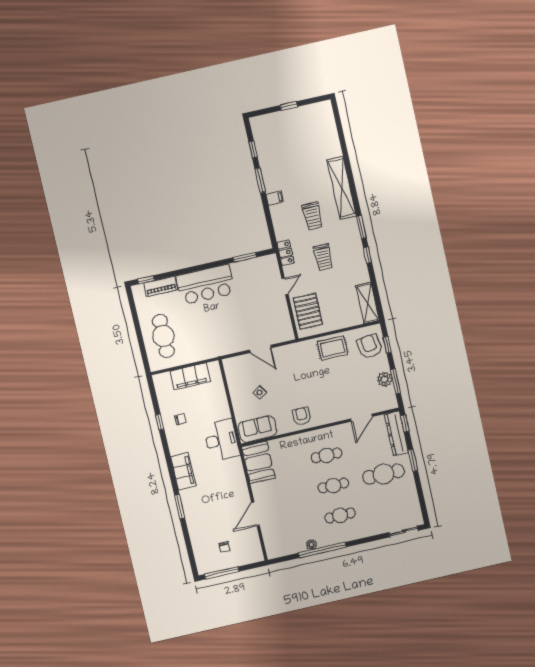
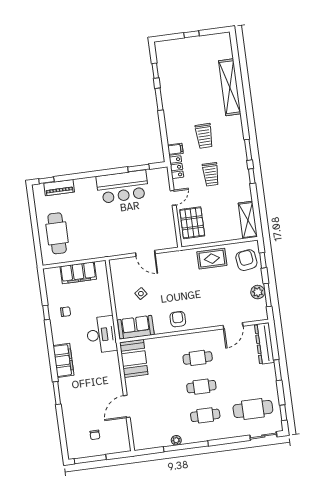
shelving: (342, 188) -> (230, 87), moved
filing cabinet: (275, 198) -> (175, 149), moved
bar counter: (206, 284) -> (122, 187), moved
window: (405, 423) -> (283, 413), moved
cafe table: (384, 474) -> (253, 409), moved

